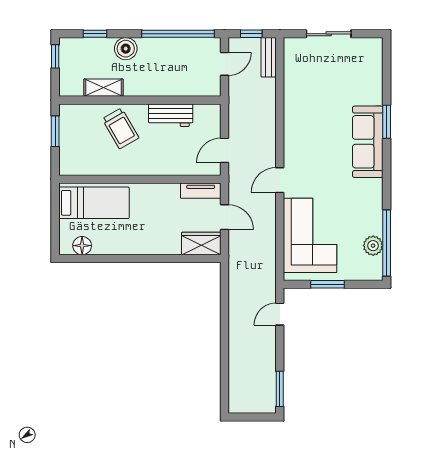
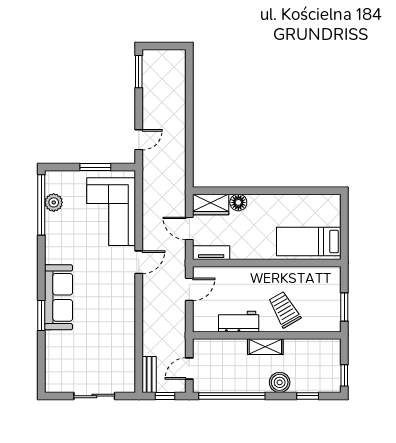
shelving: (103, 88) -> (265, 347), moved
floor lamp: (82, 246) -> (238, 202), moved

